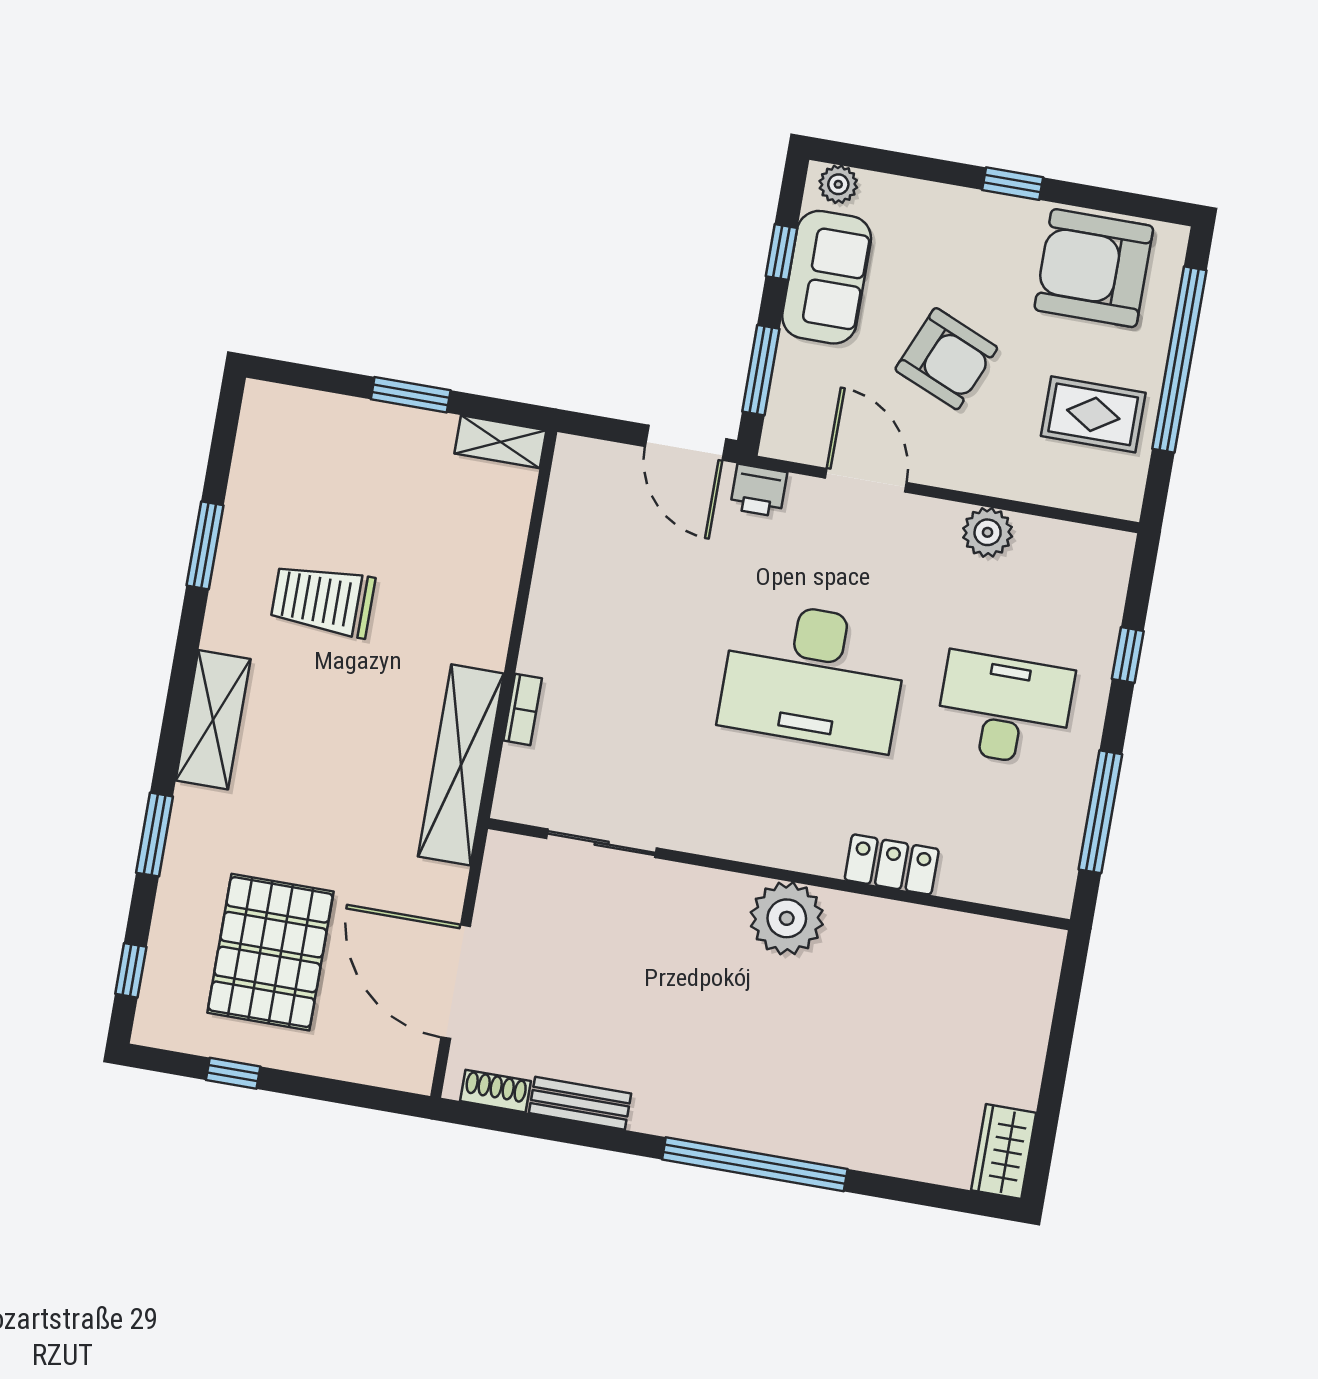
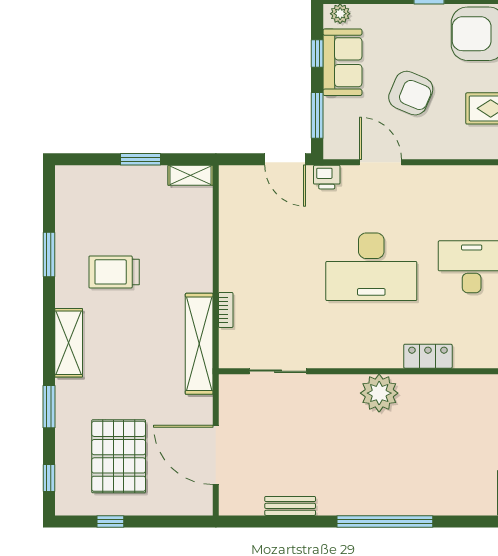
plant: (988, 532) -> (447, 178), removed
shoe rack: (495, 1091) -> (246, 507), removed

